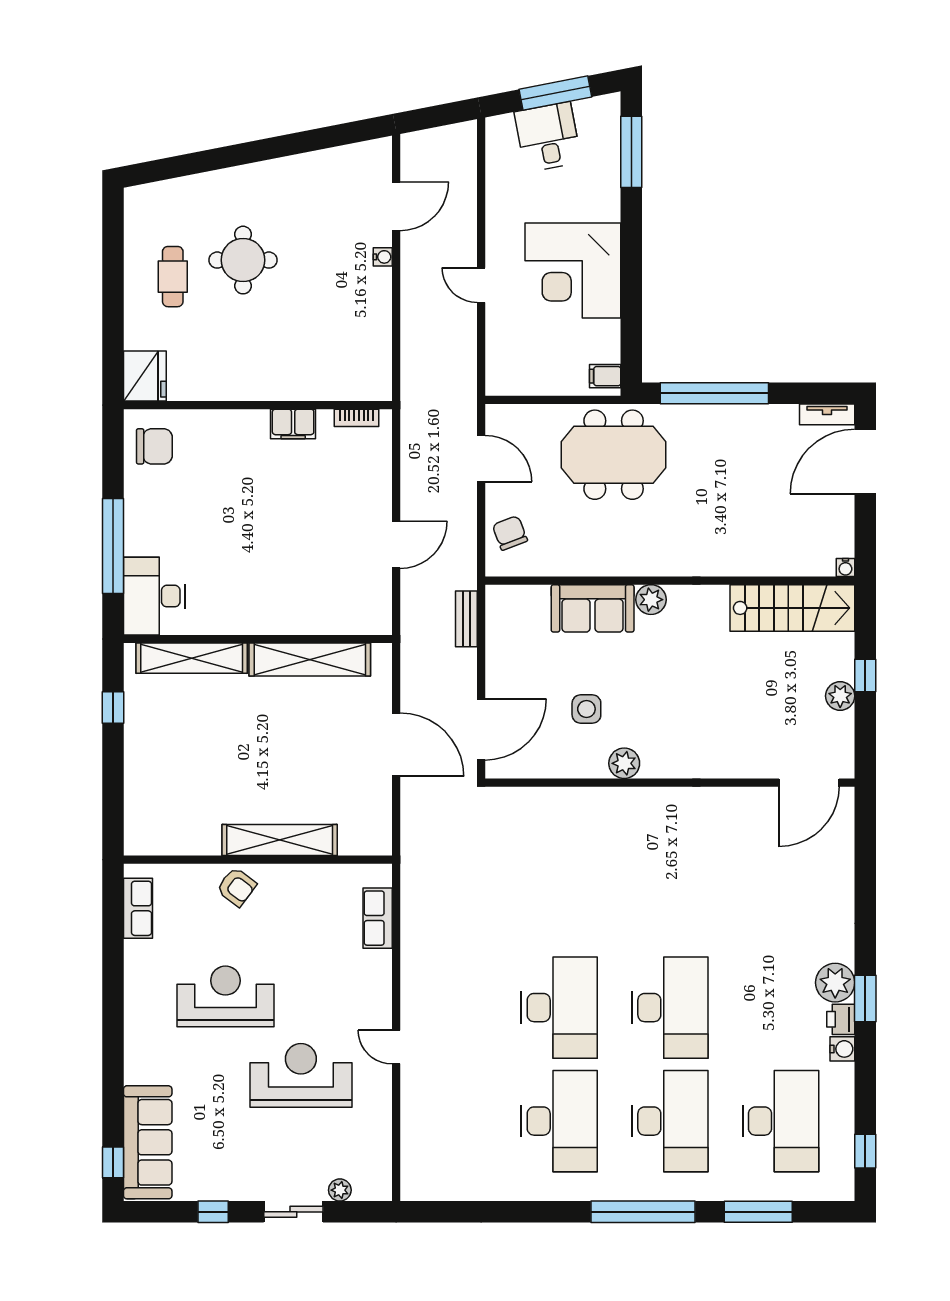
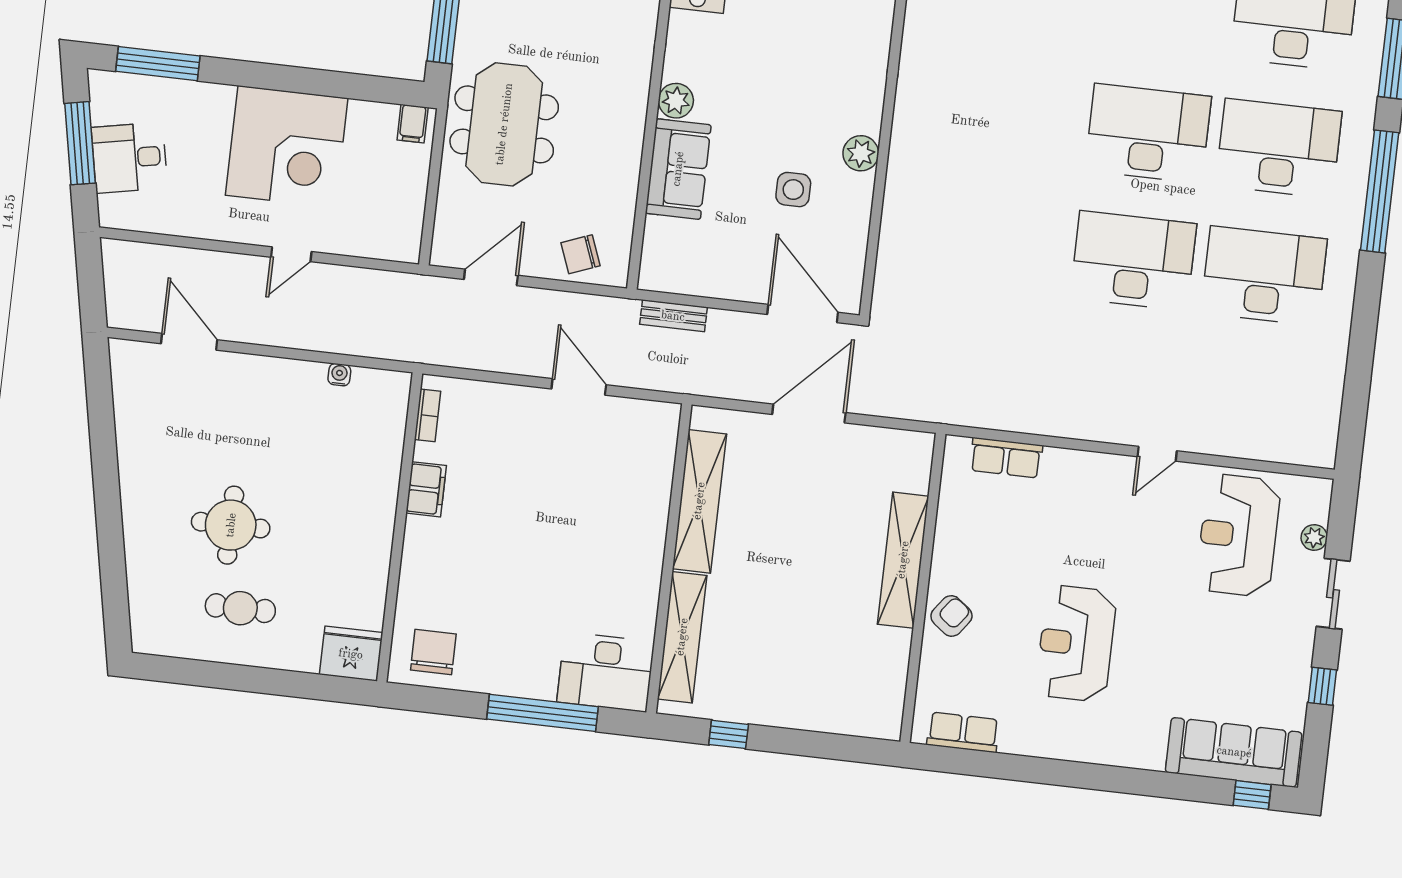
water cooler: (383, 257) -> (339, 375), moved
reception desk: (301, 1075) -> (1238, 535), moved

